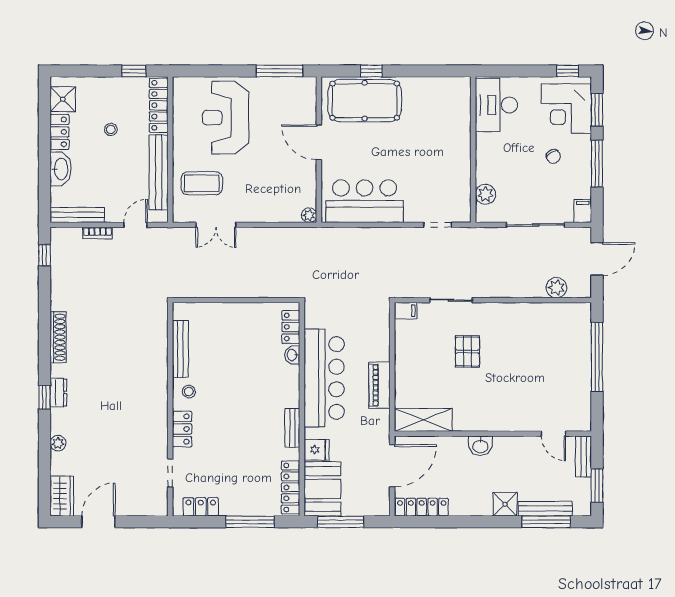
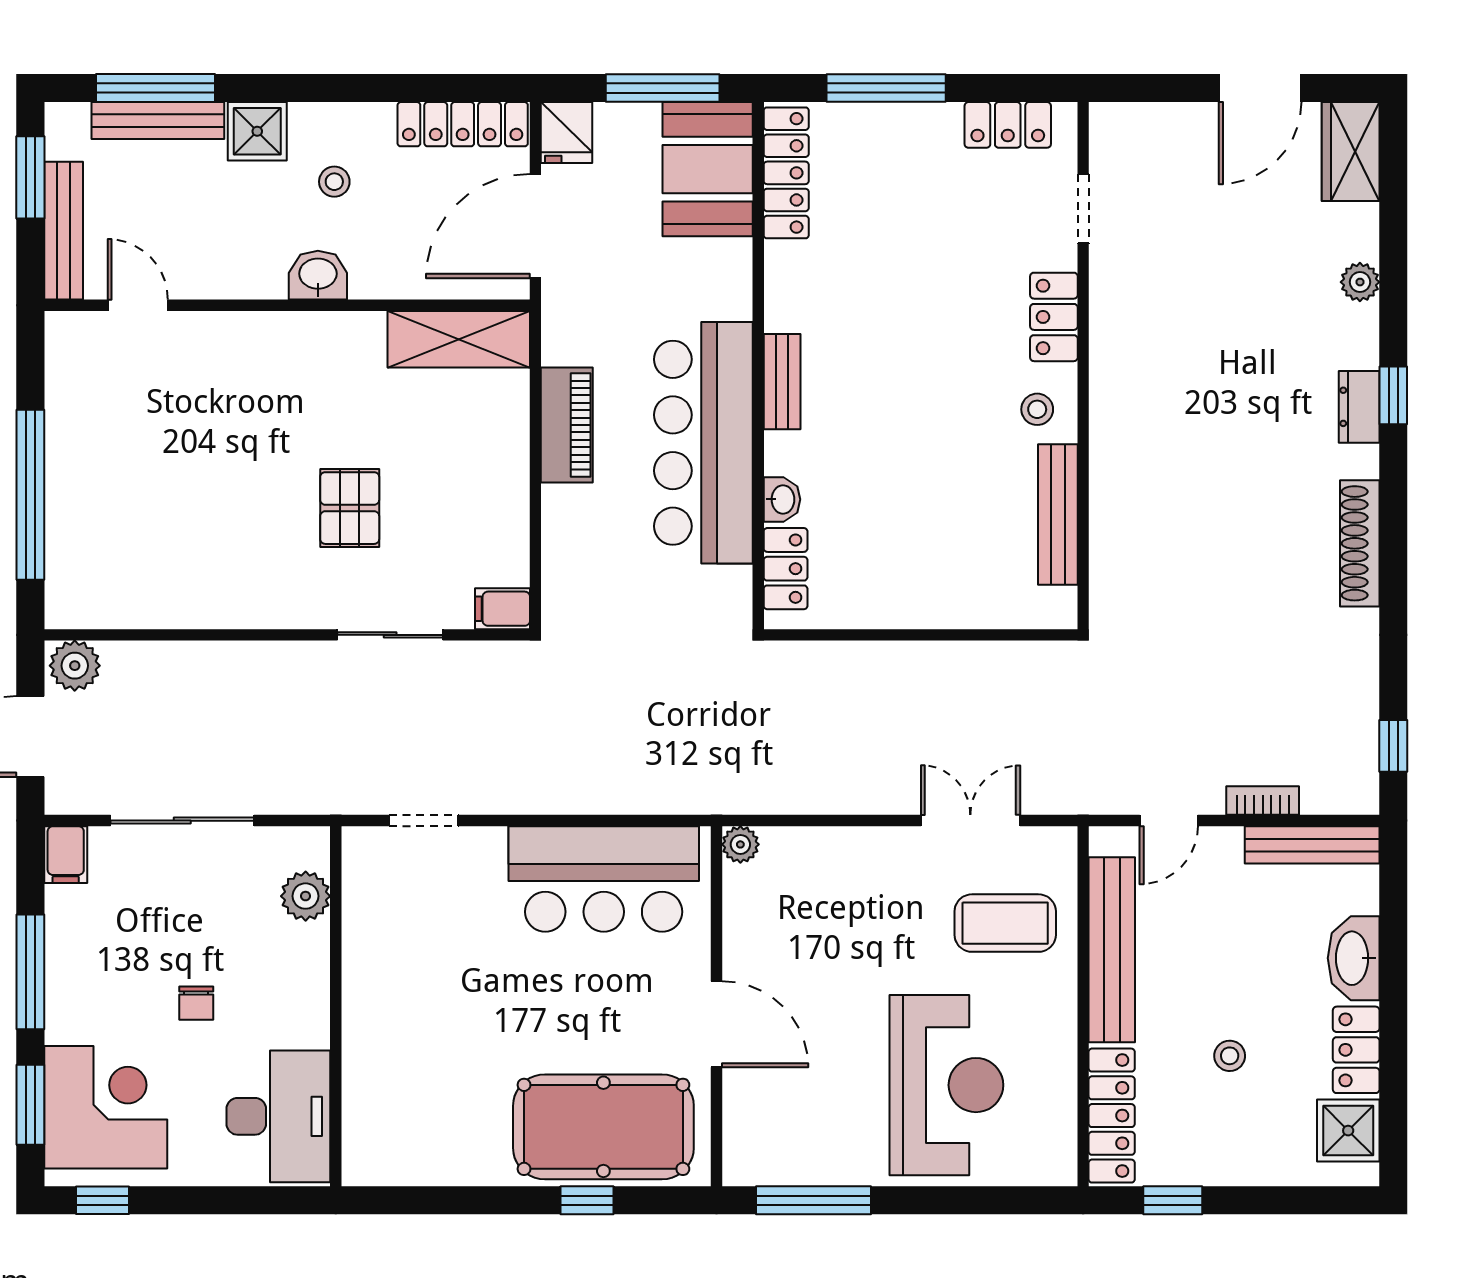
chair: (553, 156) -> (196, 1003), moved, turned -152
plant: (556, 288) -> (75, 666), moved
bench: (292, 428) -> (782, 382), moved
fridge: (317, 450) -> (567, 133), moved, turned -90
bench: (583, 457) -> (64, 231), width x1.36
stool: (474, 484) -> (334, 182), added

